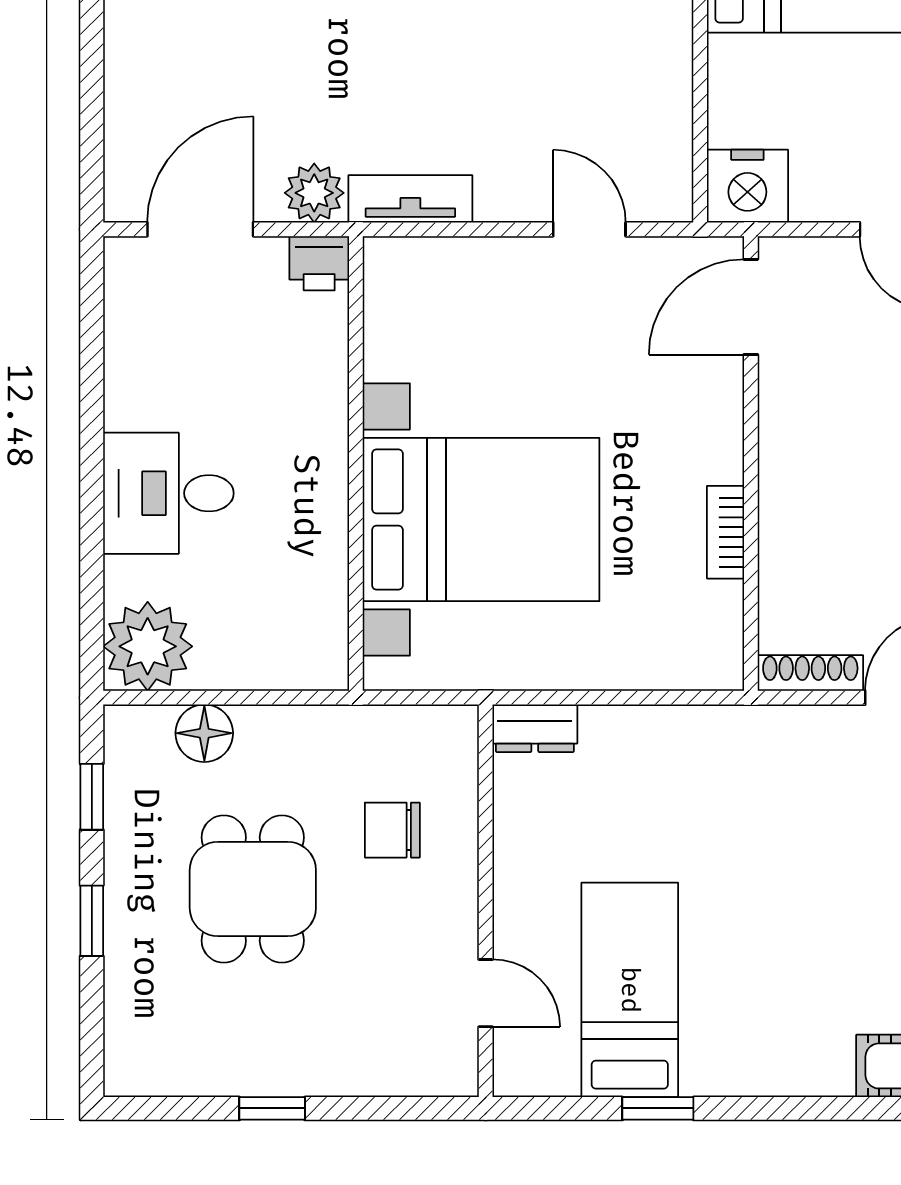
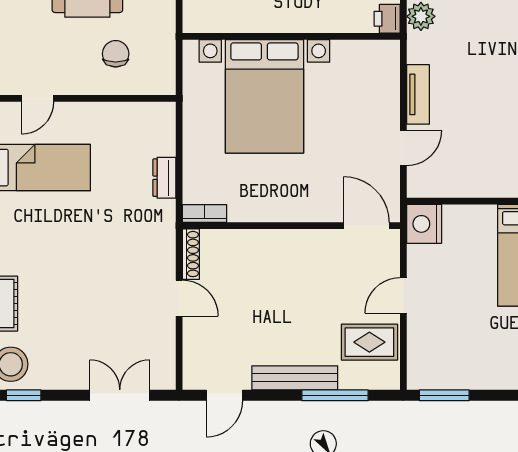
tv unit: (410, 199) -> (418, 94), moved
bookcase: (726, 532) -> (205, 213), moved
dresser: (535, 728) -> (164, 178), moved

